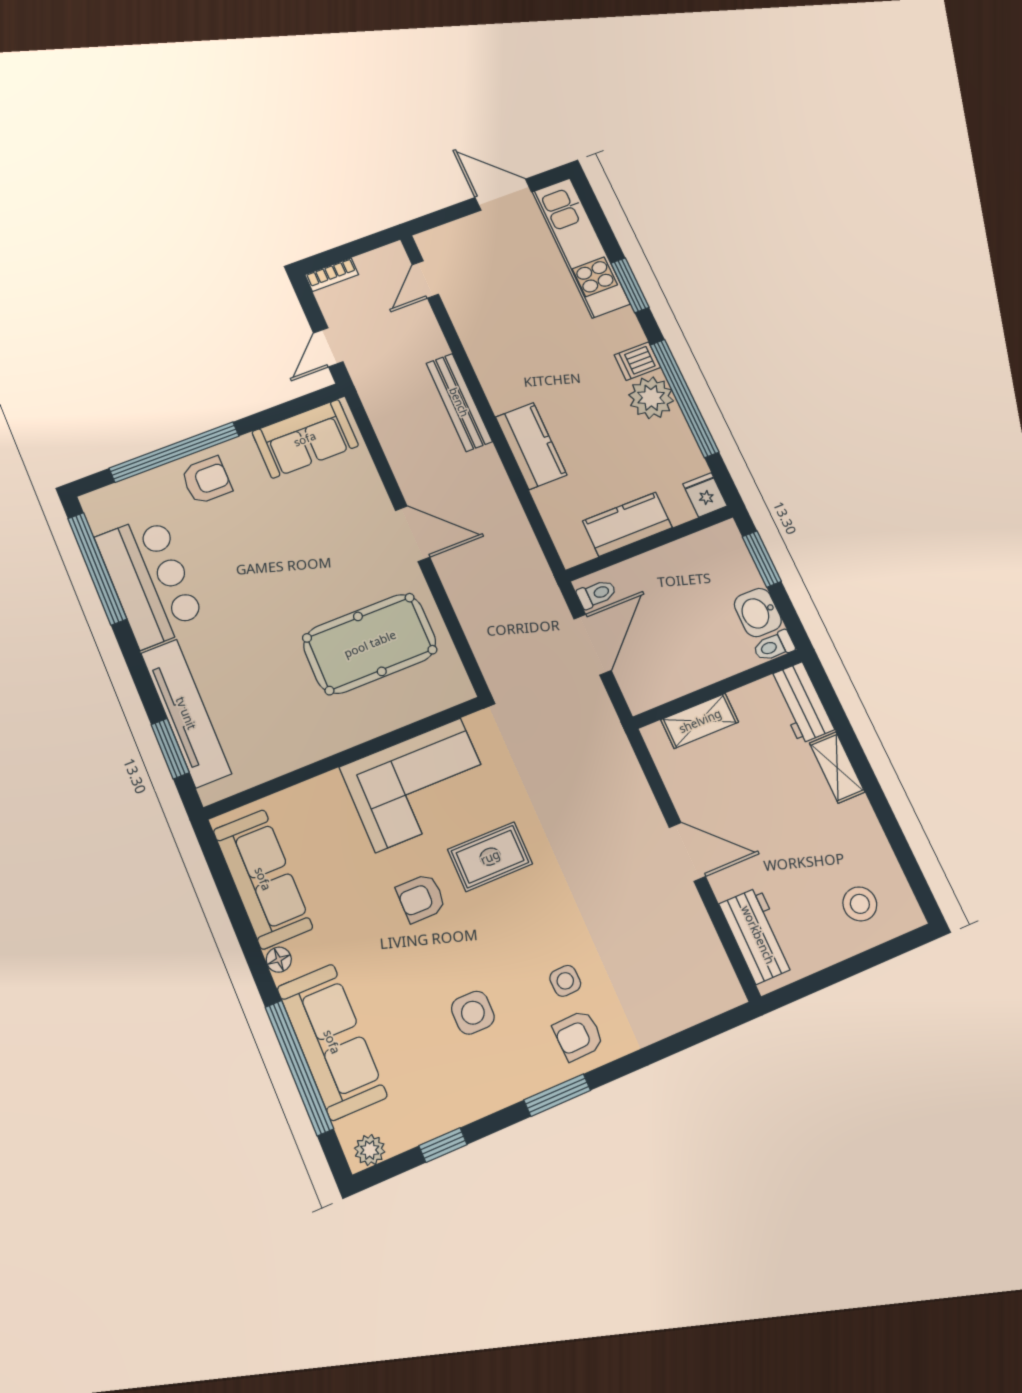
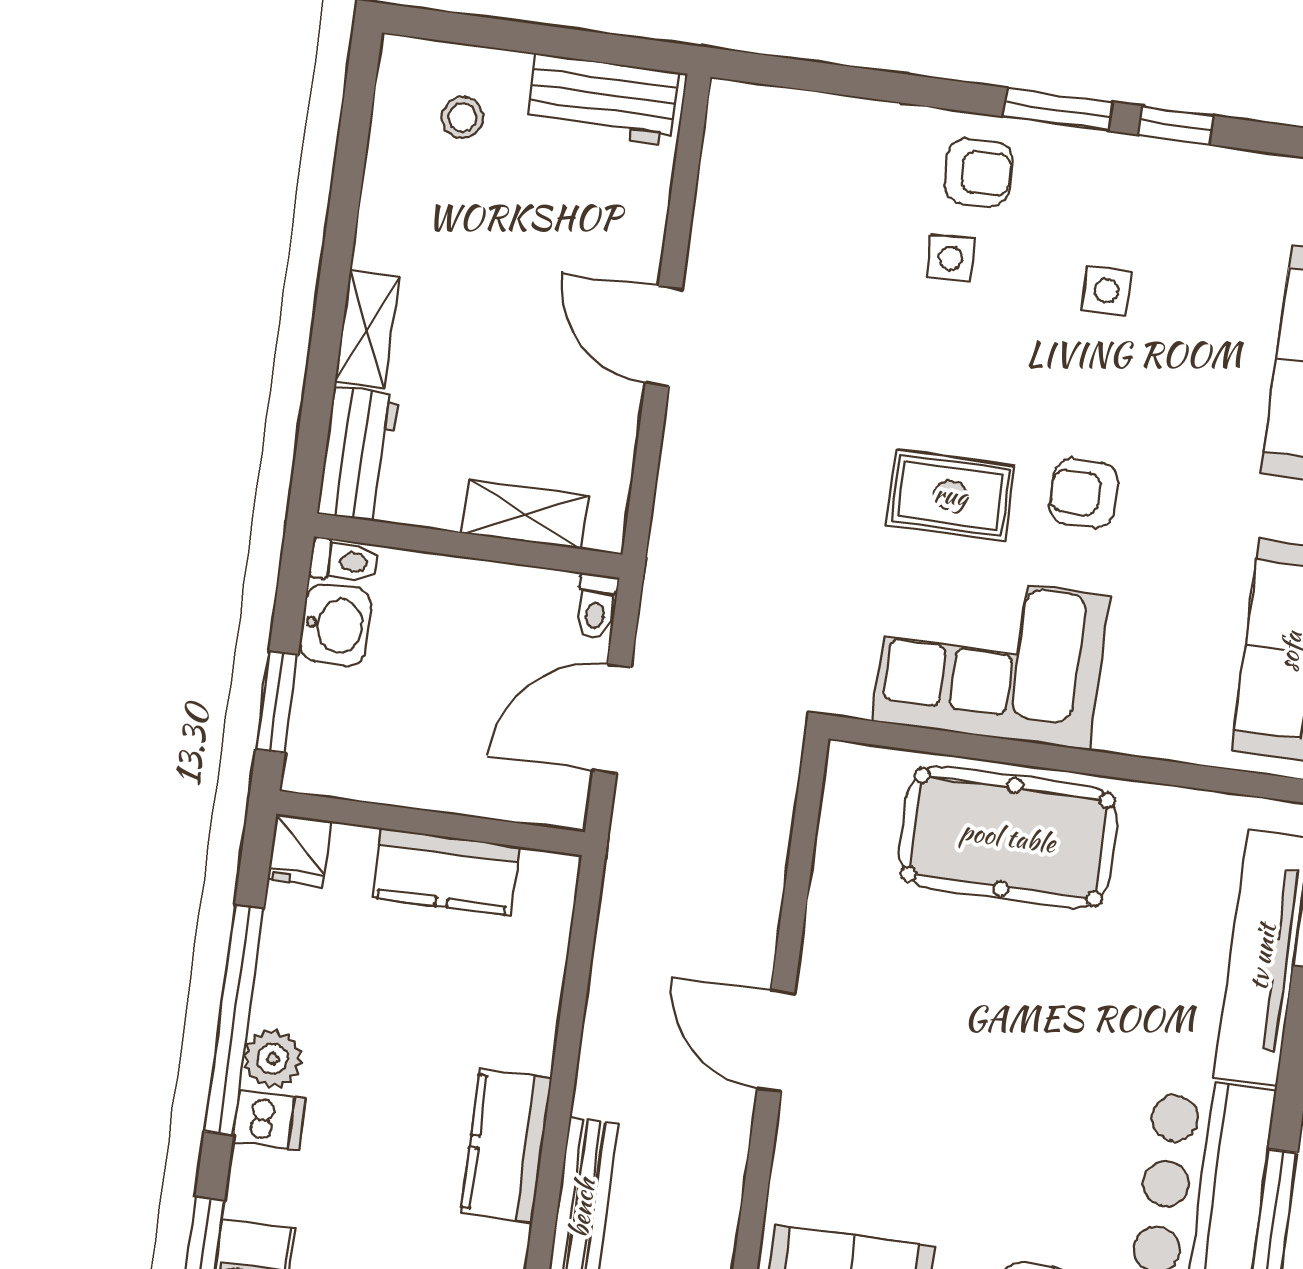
plant: (651, 398) -> (273, 1059), width x0.73, depth x0.73
kitchen counter: (531, 446) -> (506, 1146), moved
toilet: (597, 594) -> (596, 607), moved, turned -90
pool table: (370, 644) -> (1008, 837), moved
armchair: (421, 898) -> (1084, 494), turned 180
stool: (860, 904) -> (463, 117), width x0.73, depth x0.73
workbench: (758, 935) -> (602, 100), moved, turned -90
side table: (473, 1013) -> (1107, 291), width x0.73, depth x0.73
window: (443, 1145) -> (1176, 125), moved

